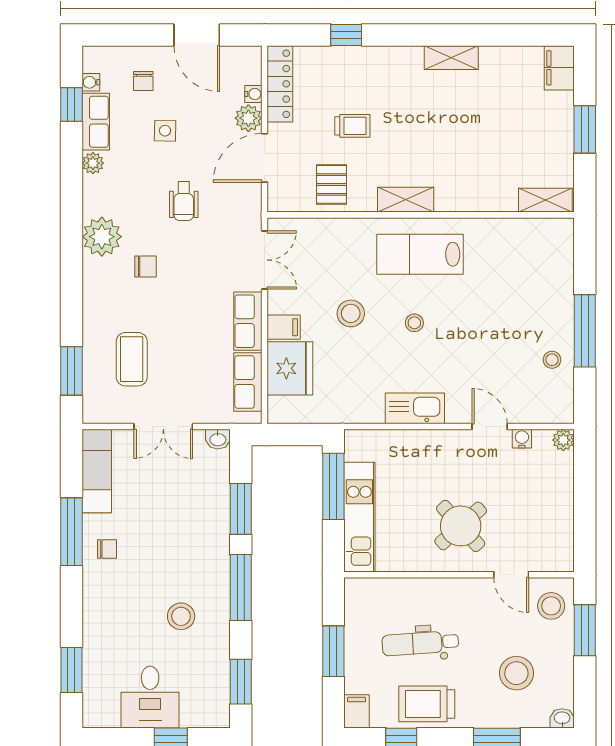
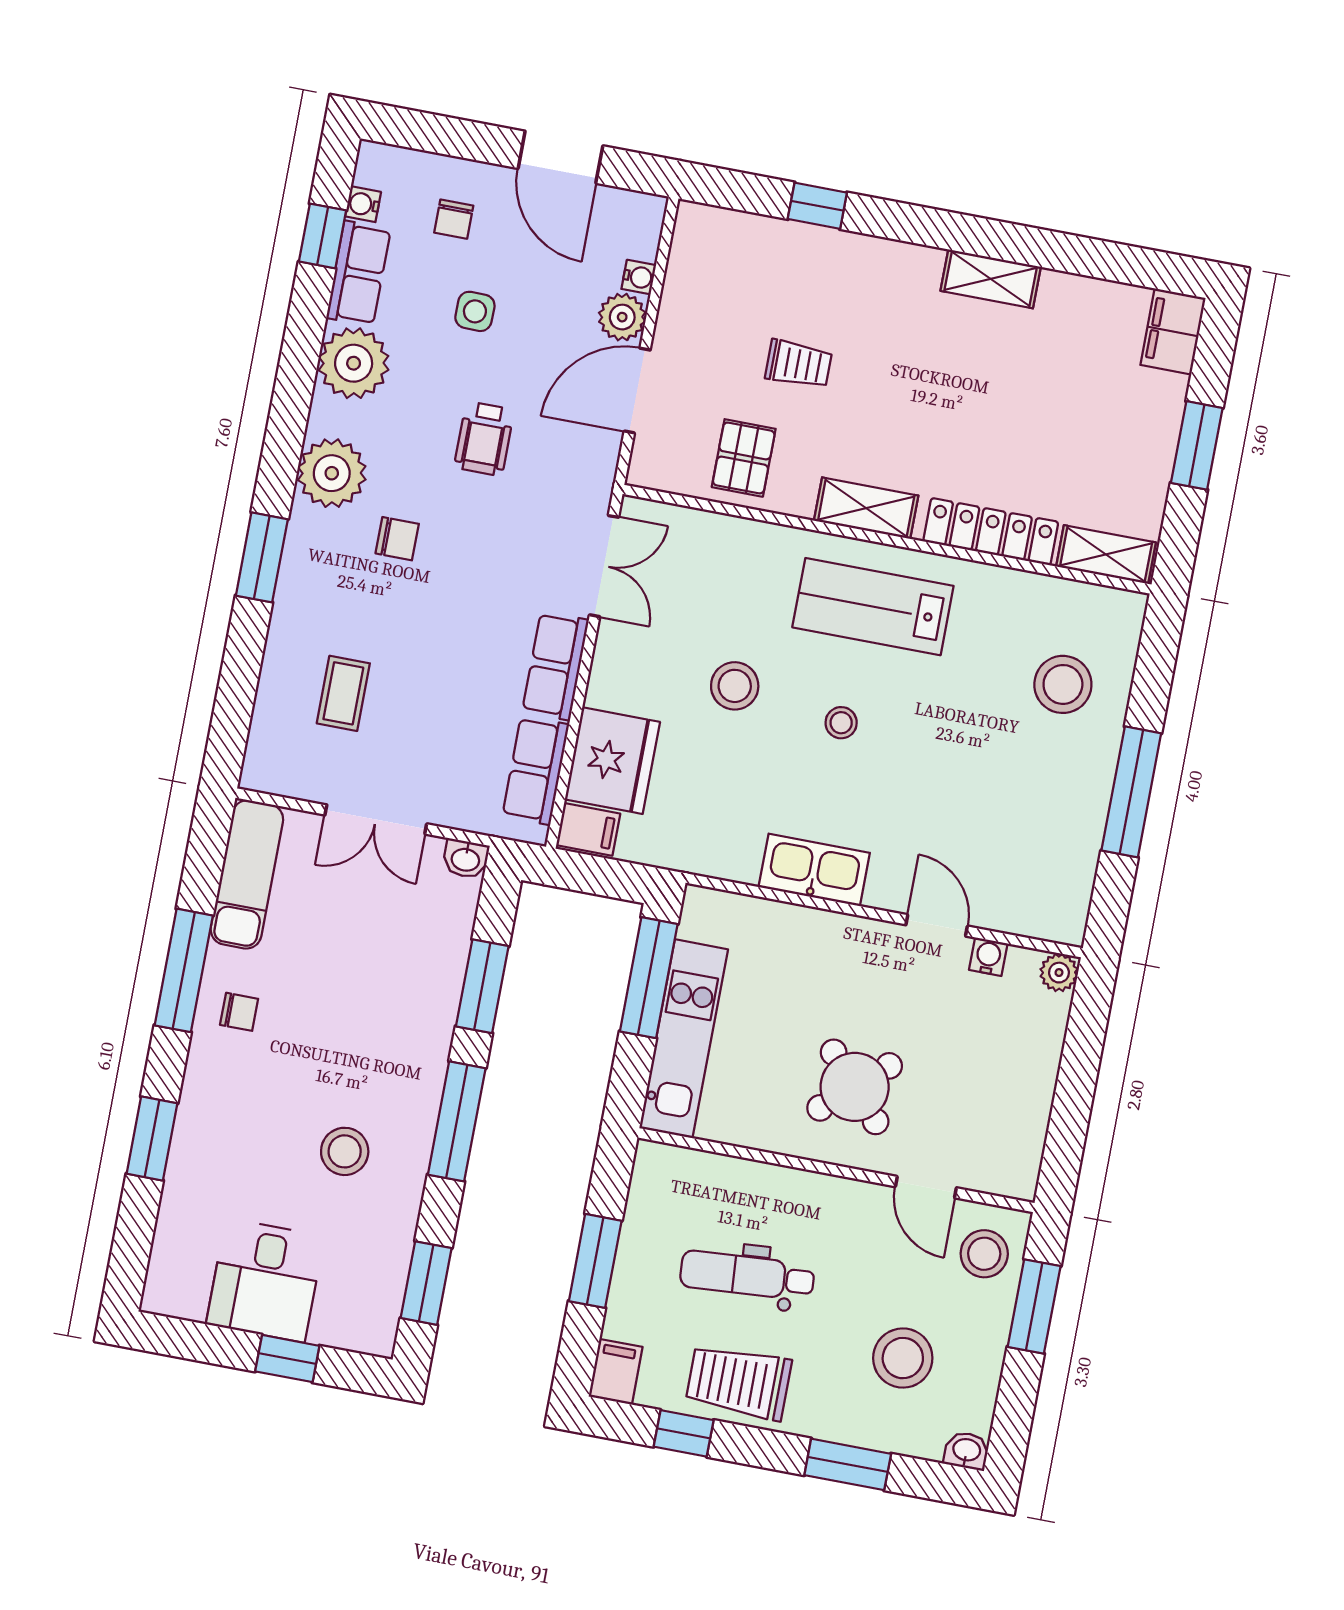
locker: (280, 84) -> (991, 532), moved, turned -90
plant: (93, 163) -> (354, 363), width x1.88, depth x1.88
filing cabinet: (284, 327) -> (588, 829), moved
coffee table: (132, 359) -> (343, 693), width x0.73, depth x0.77
stool: (552, 360) -> (1063, 684), moved, width x1.89, depth x1.89
window: (71, 371) -> (262, 557), moved
window: (71, 670) -> (152, 1139), moved

